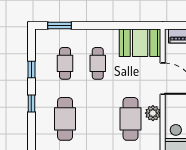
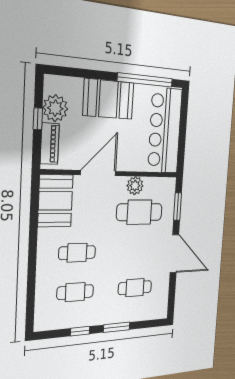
window: (59, 26) -> (30, 302), removed
window: (31, 103) -> (117, 327), width x1.50
cafe table: (65, 119) -> (135, 288), width x0.73, depth x0.74

